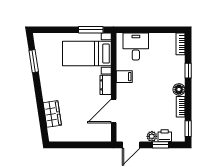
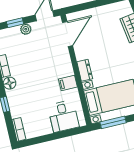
door: (114, 111) -> (68, 34), moved
printer: (165, 136) -> (13, 33), removed

